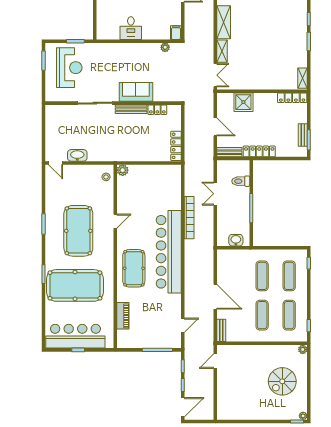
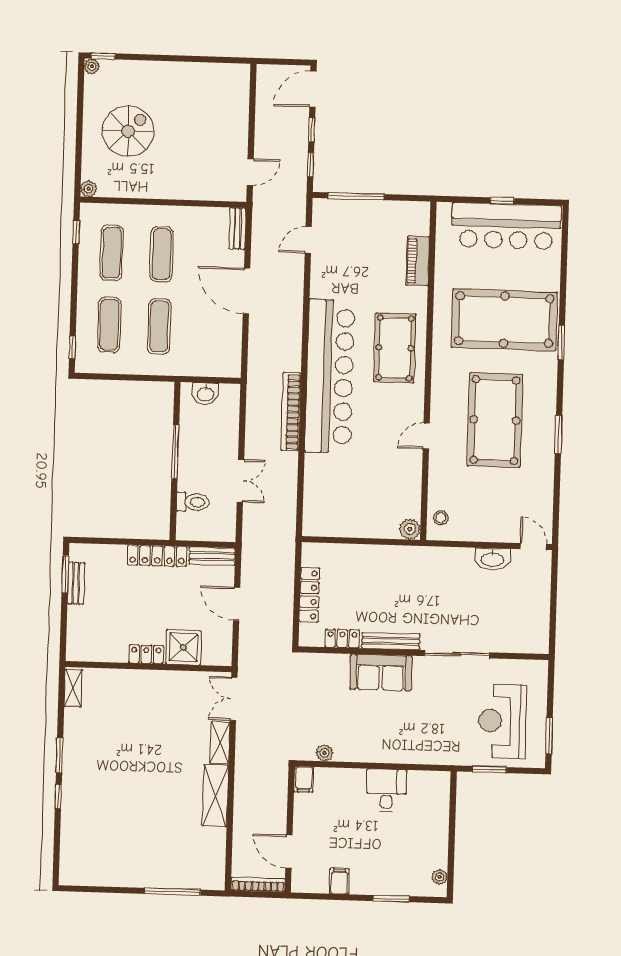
locker: (292, 98) -> (146, 654), moved, width x0.66
locker: (176, 146) -> (309, 595), moved
bookcase: (189, 218) -> (291, 412), moved

